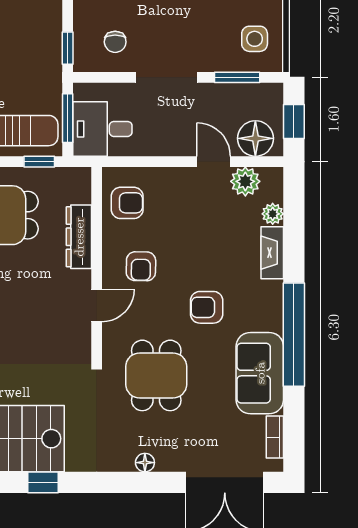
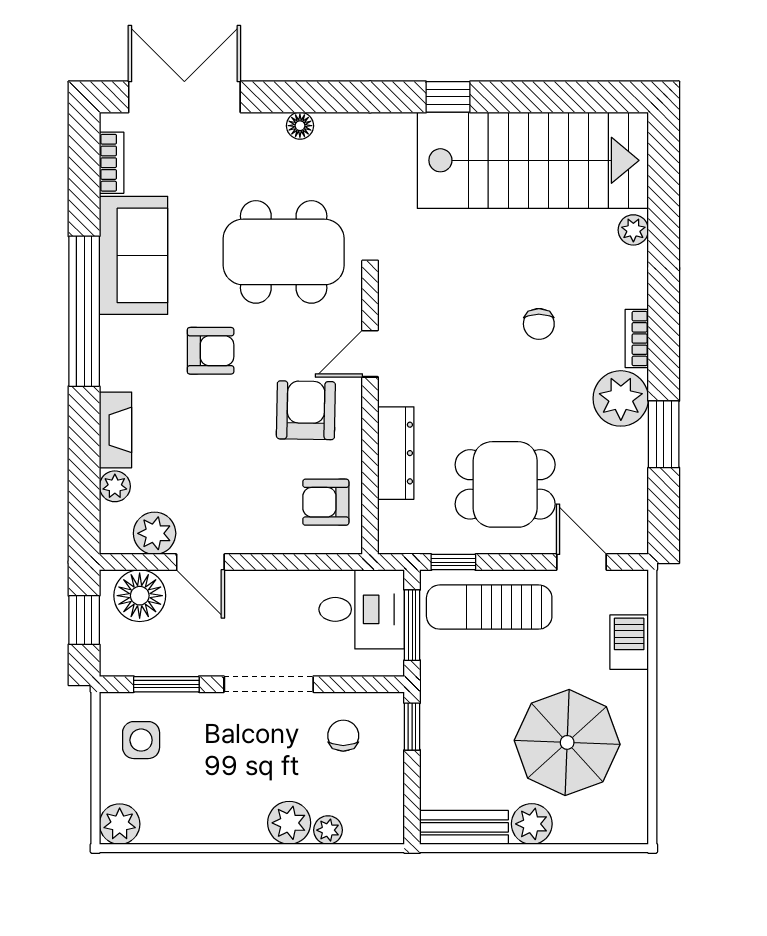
armchair: (141, 266) -> (306, 410), width x1.38, depth x1.38
dining table: (156, 375) -> (284, 252), width x1.38

